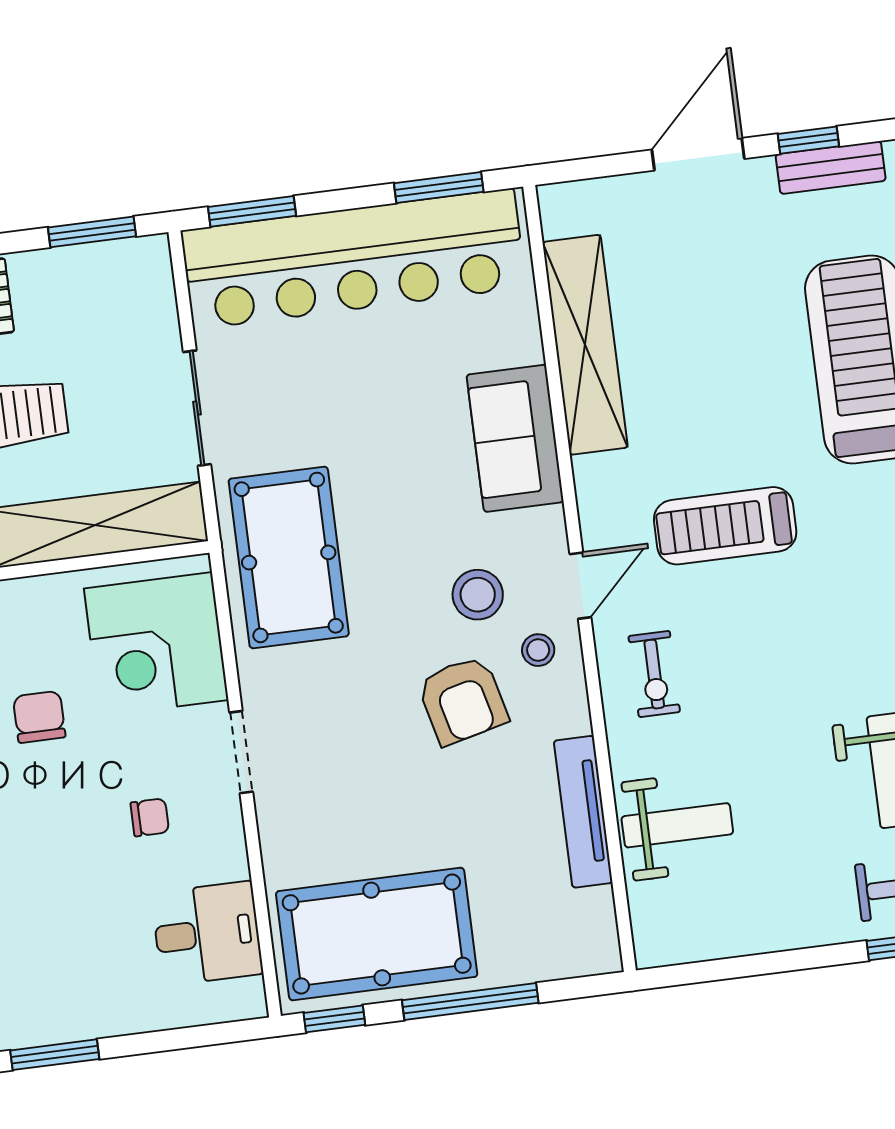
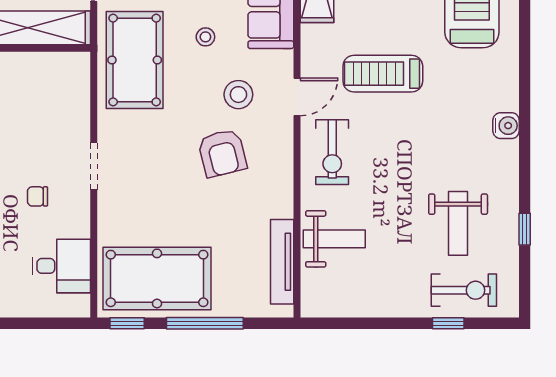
corner desk: (156, 644) -> (54, 99), removed
stool: (538, 650) -> (205, 37), moved
exercise bike: (654, 674) -> (332, 152), width x1.38, depth x1.39
tv unit: (583, 812) -> (282, 262), moved
chair: (150, 817) -> (38, 196), turned 180

